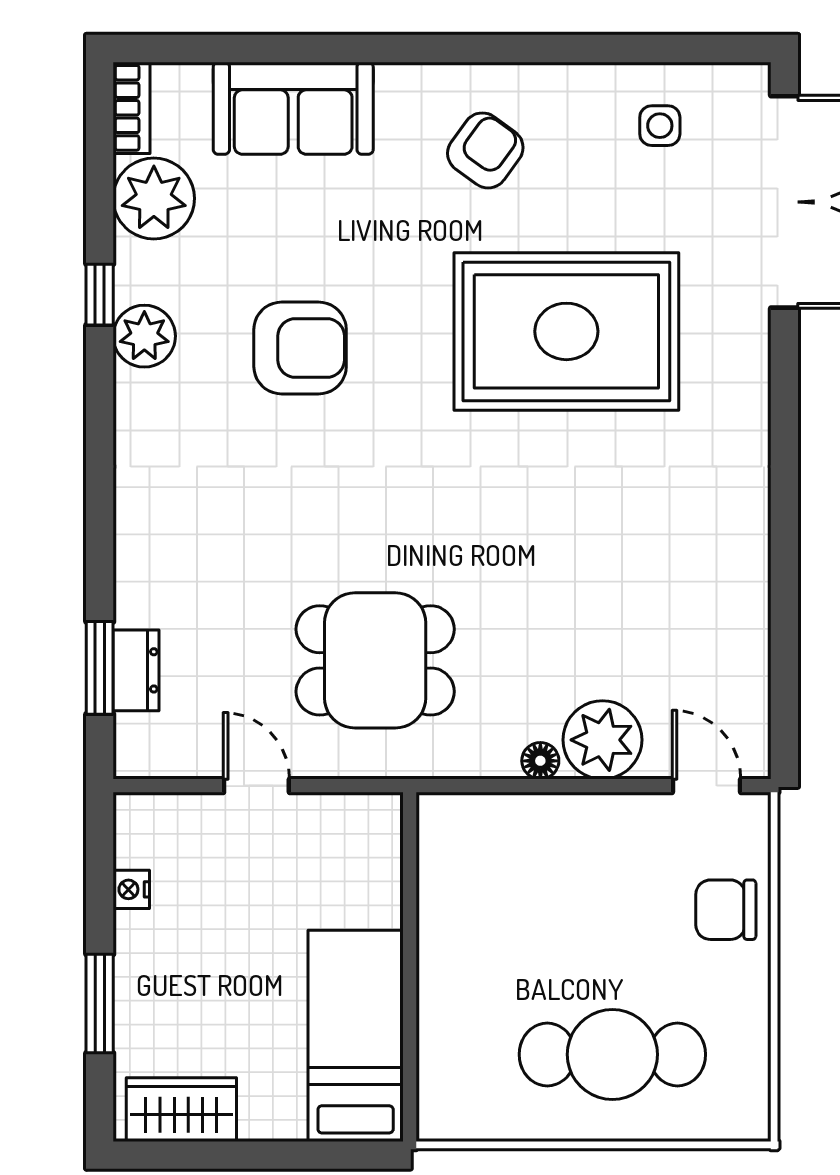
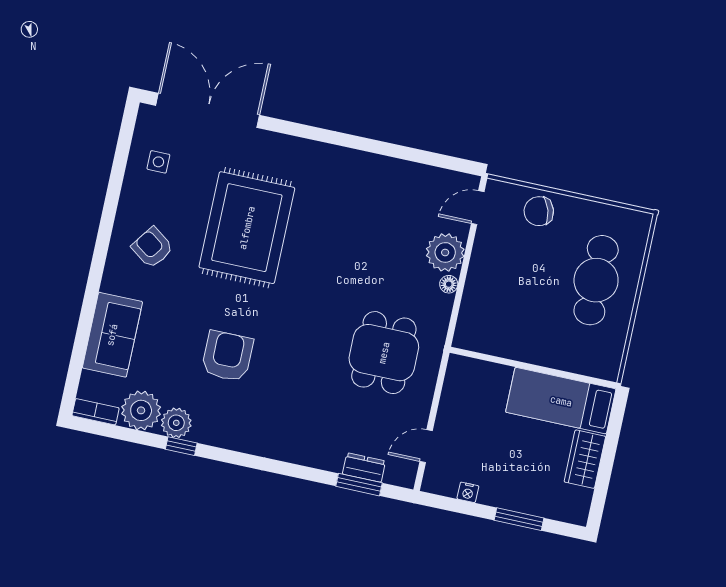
plant: (144, 336) -> (176, 423), moved
door: (256, 786) -> (426, 446), moved
chair: (726, 910) -> (539, 211), turned 73
wardrobe: (181, 1110) -> (585, 459), moved

